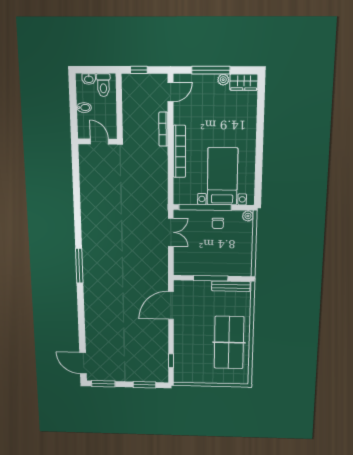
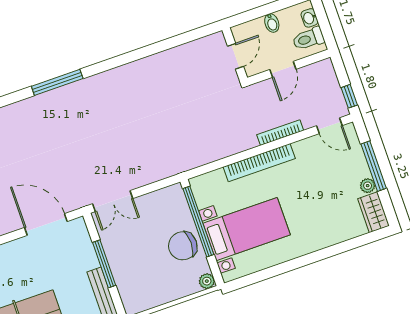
window: (139, 70) -> (349, 96), moved
door: (119, 111) -> (283, 69), added
chair: (218, 223) -> (183, 246), width x1.87, depth x1.87
double door: (171, 232) -> (113, 201), moved

